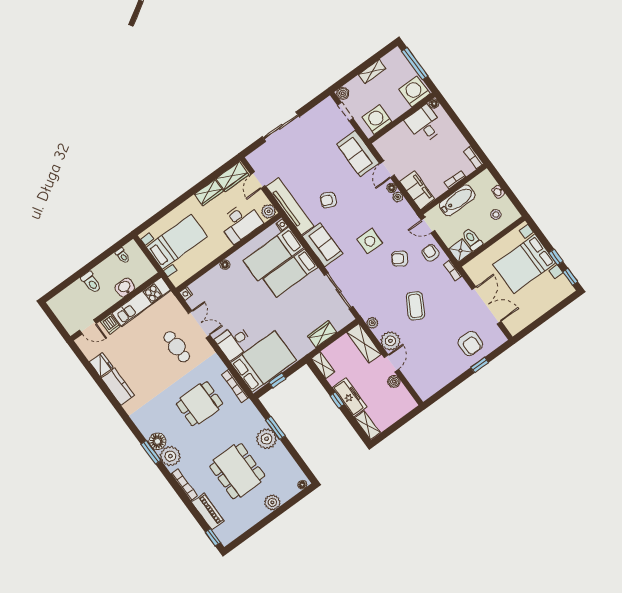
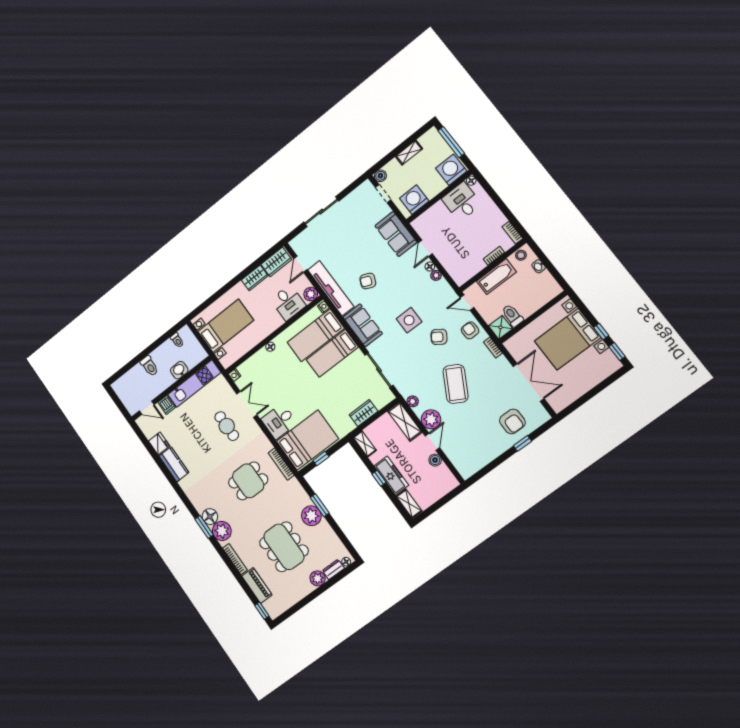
filing cabinet: (417, 190) -> (456, 268), removed
stool: (496, 215) -> (521, 255), moved
desk: (240, 223) -> (288, 303), width x0.73
coffee table: (415, 306) -> (456, 384), width x1.36, depth x1.32
dresser: (289, 493) -> (333, 569), added

